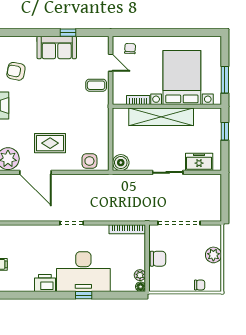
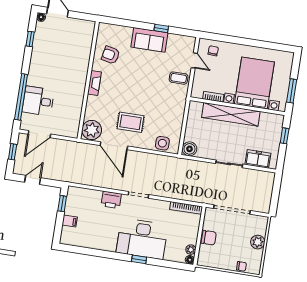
printer: (45, 283) -> (111, 200), moved, turned 180

